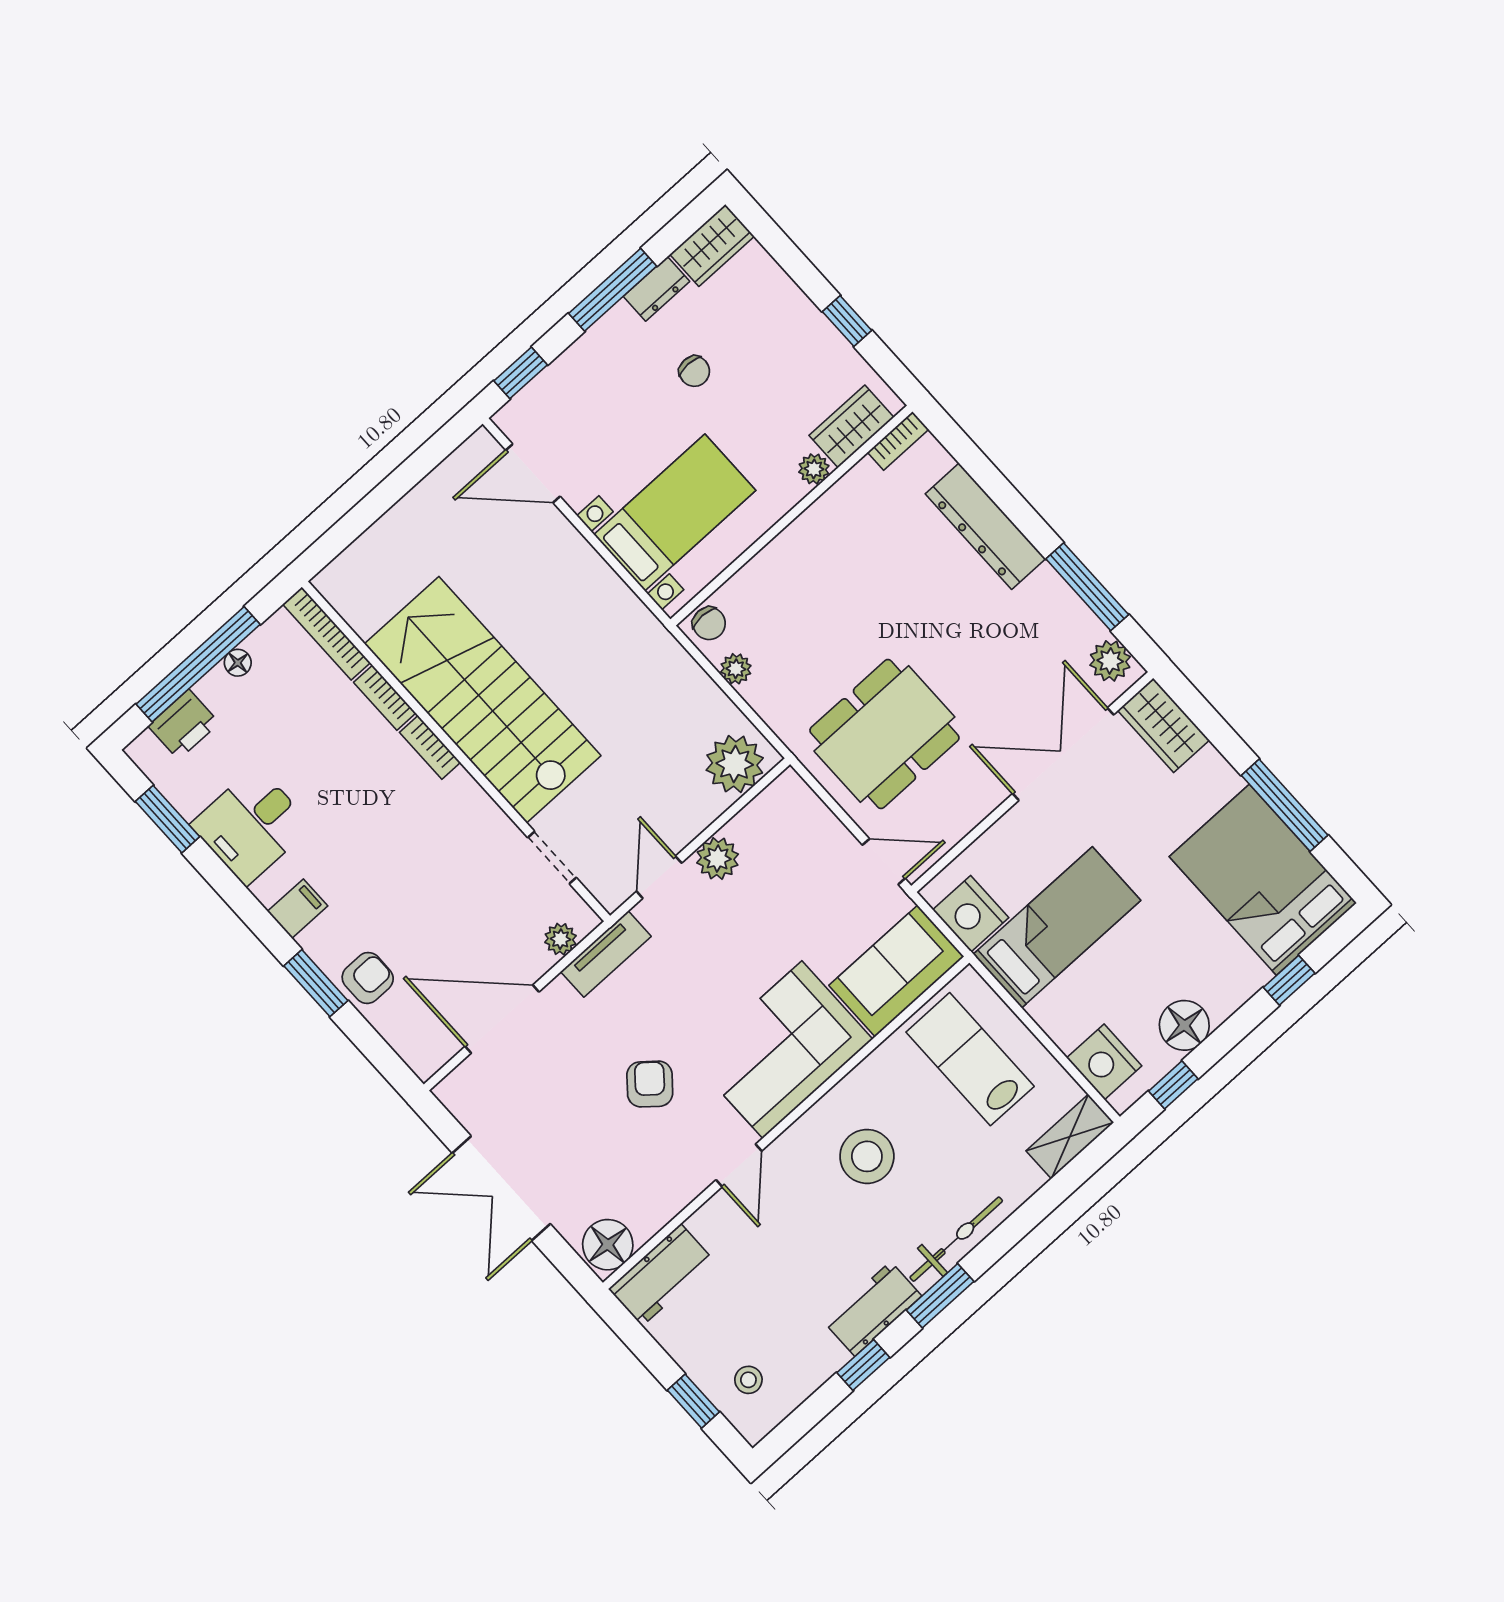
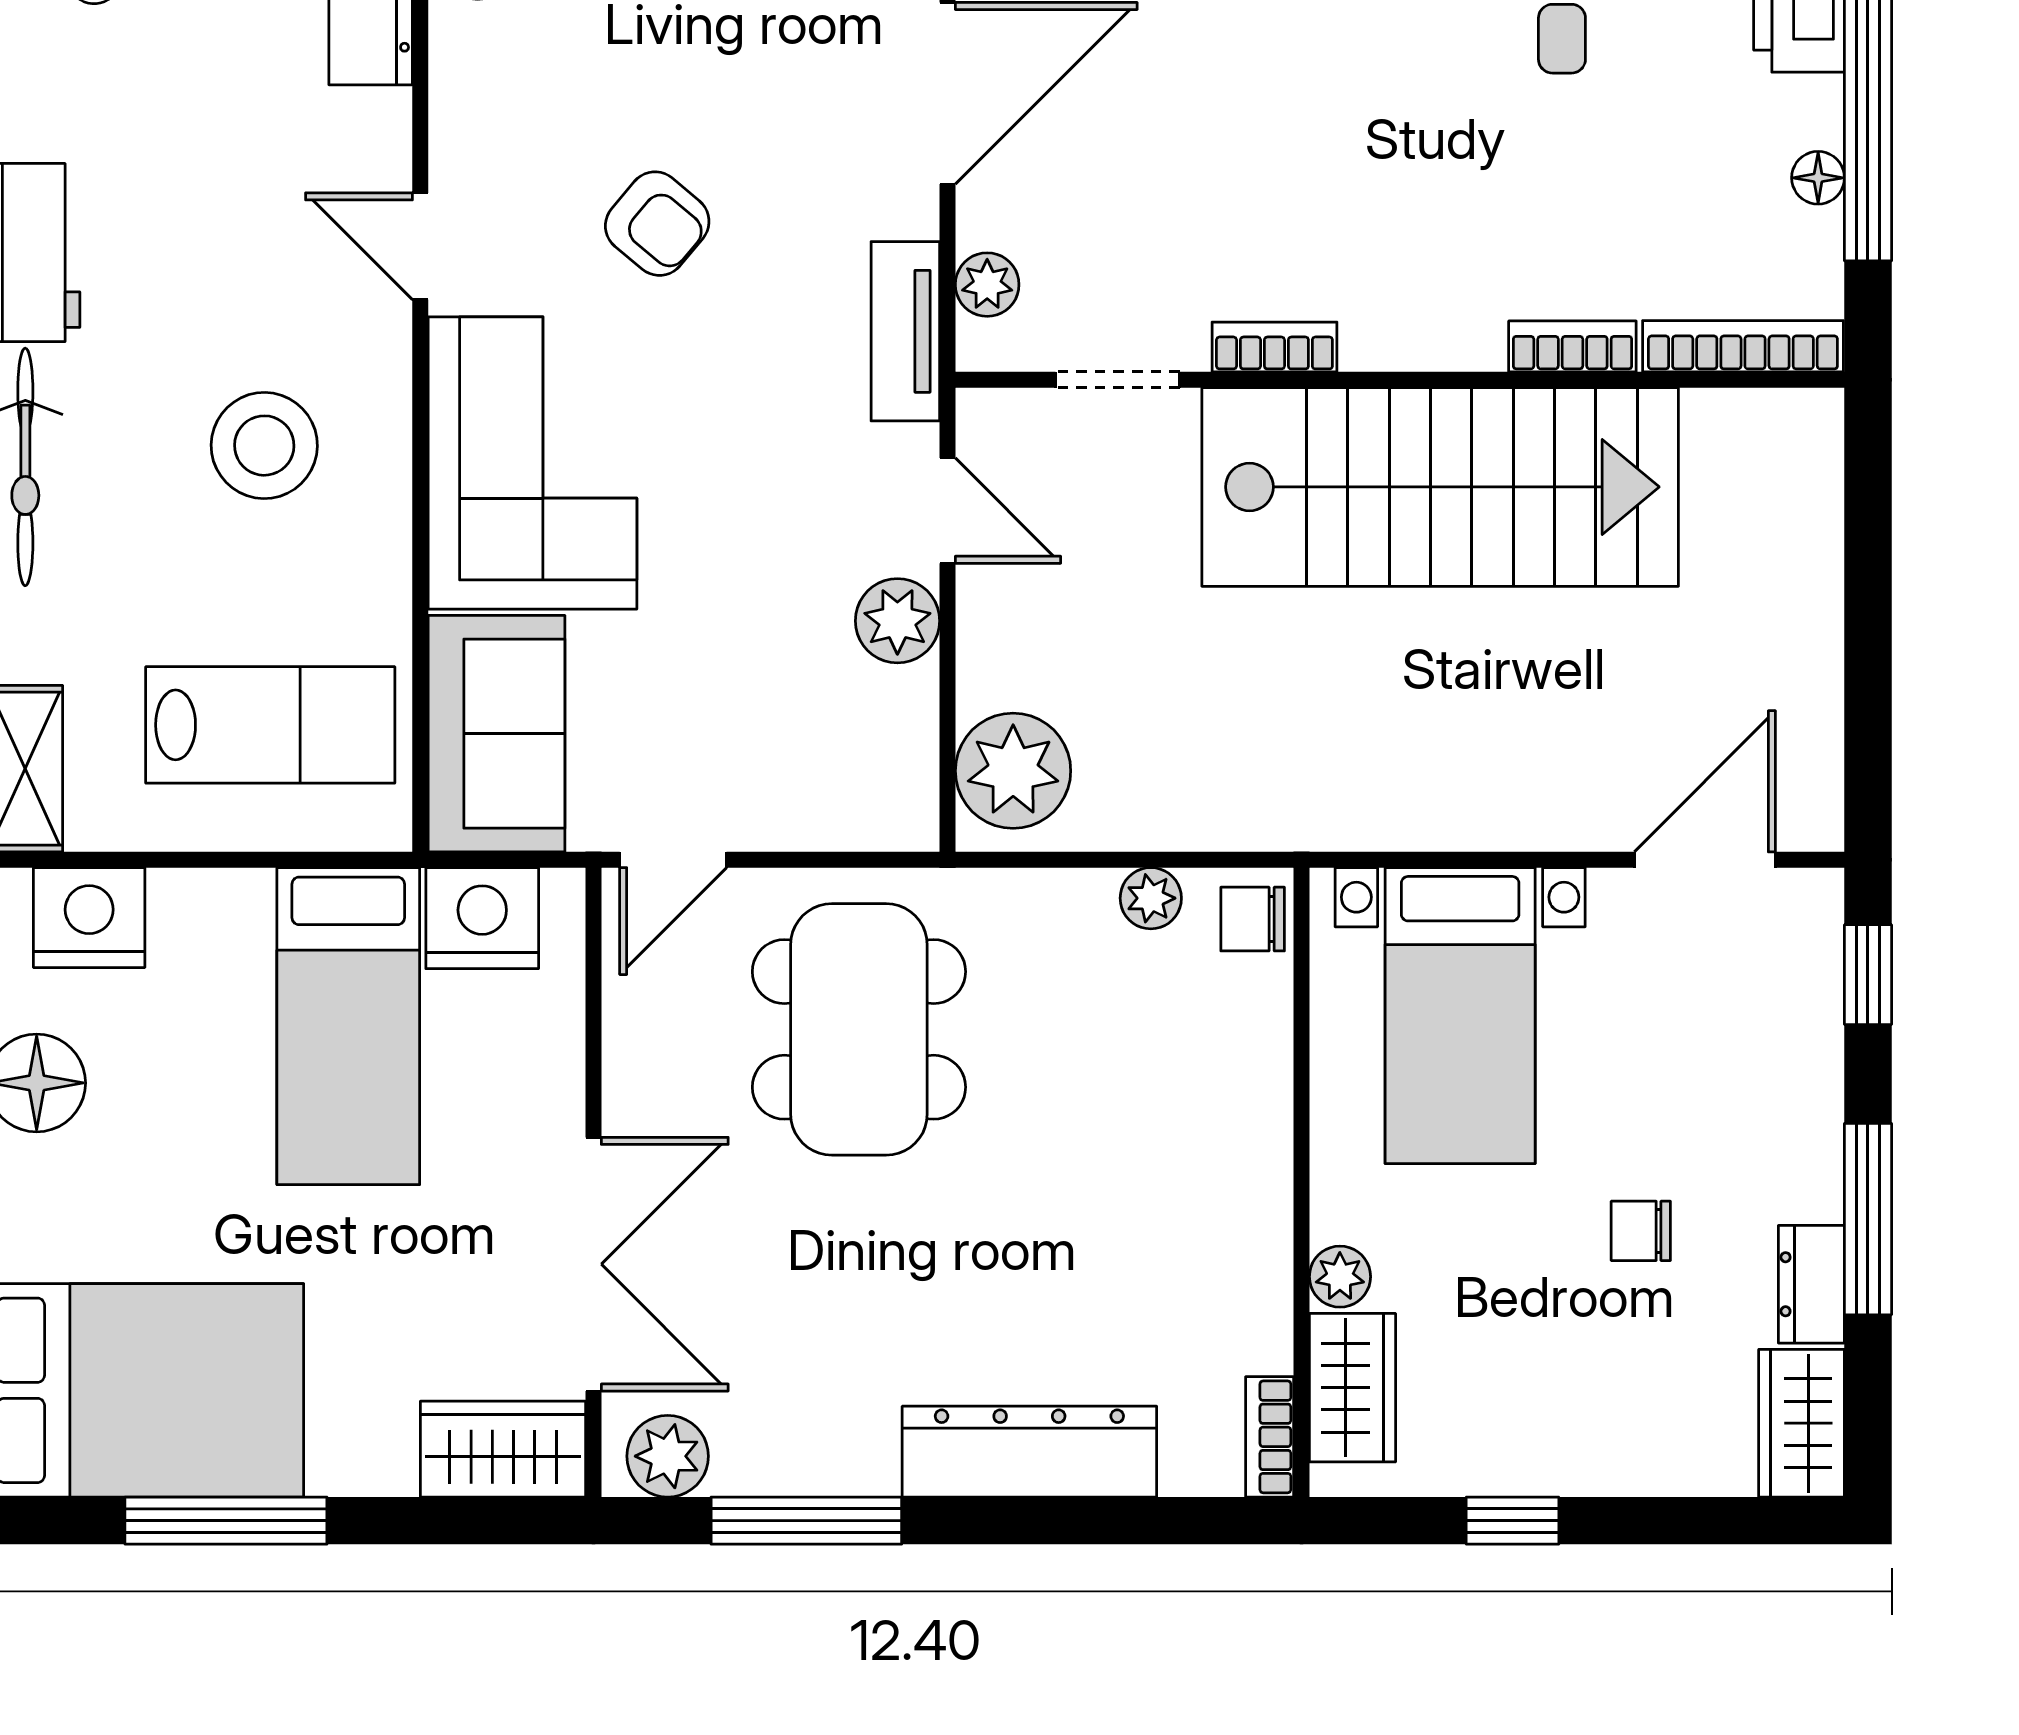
bookcase: (430, 747) -> (1274, 347), moved

